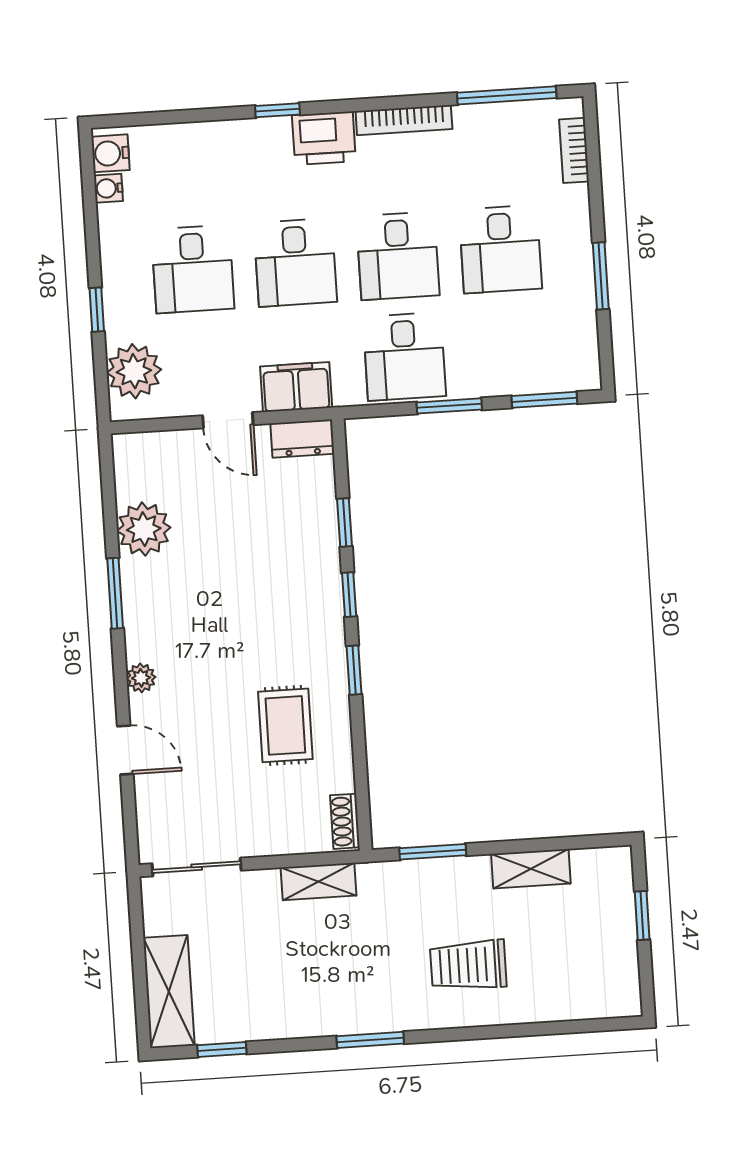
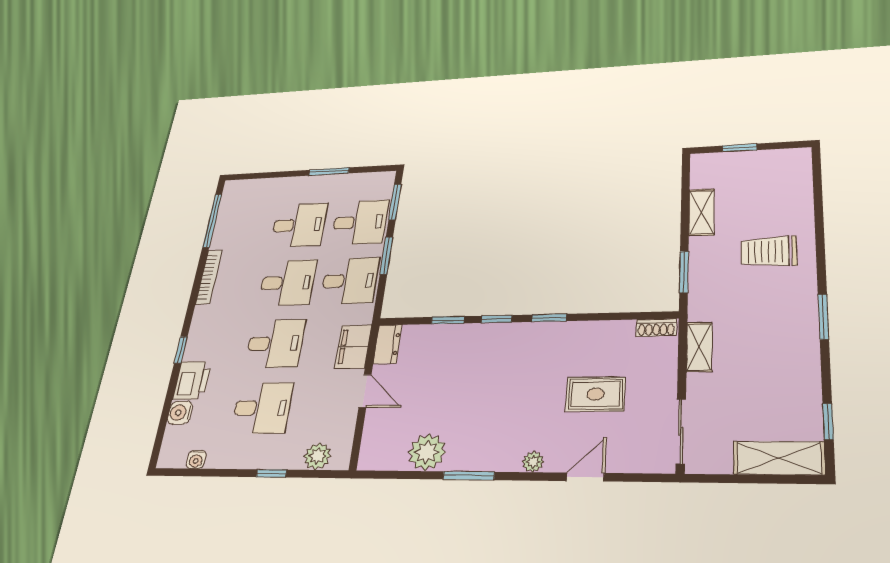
printer: (324, 138) -> (192, 380), moved
bookcase: (574, 150) -> (254, 185), removed
water cooler: (110, 153) -> (180, 413), moved, turned 90
desk: (507, 350) -> (360, 222), added
plant: (134, 371) -> (317, 456), width x0.73, depth x0.73
door: (228, 420) -> (365, 391), hinge flipped
rug: (285, 725) -> (595, 394), moved
trolley: (468, 965) -> (769, 252), turned 90

